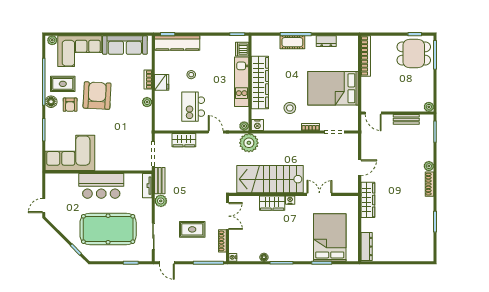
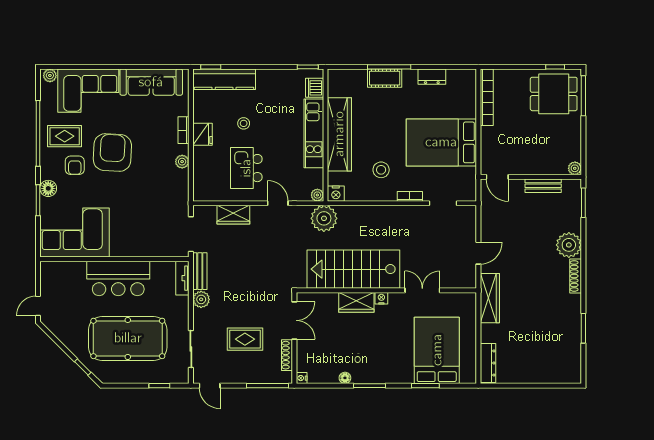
floor lamp: (51, 102) -> (48, 188), moved
plant: (429, 166) -> (569, 245), width x1.88, depth x1.88

